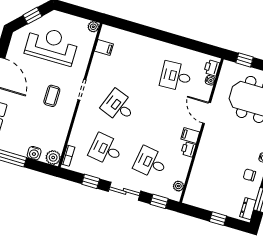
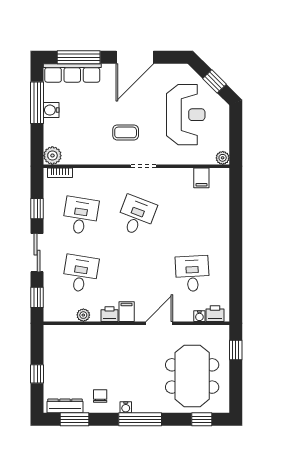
water cooler: (34, 153) -> (51, 110), moved
plant: (178, 186) -> (83, 315), moved
dresser: (248, 209) -> (65, 406), width x1.44

